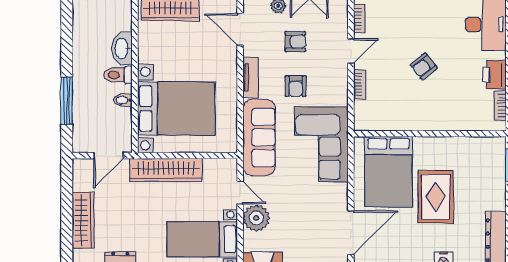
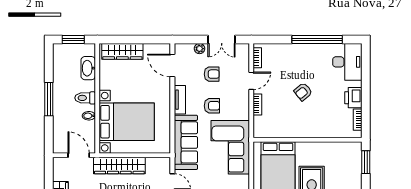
washbasin: (122, 48) -> (88, 68), moved
armchair: (296, 86) -> (212, 106), turned -90
window: (67, 101) -> (49, 99), moved
door: (109, 156) -> (79, 155), swing flipped

